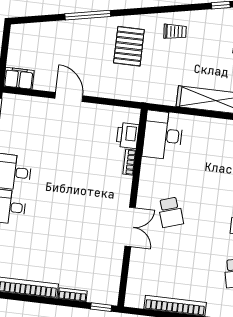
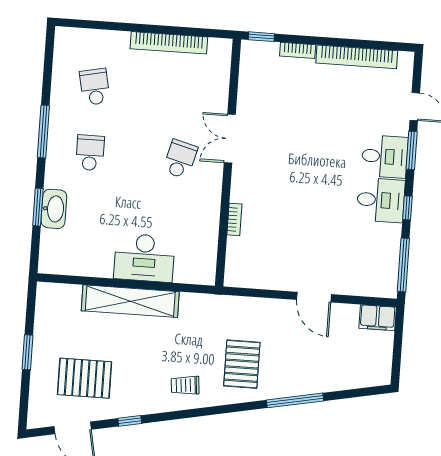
printer: (128, 135) -> (238, 253), removed
desk: (163, 135) -> (144, 258), moved, turned 90
school desk: (171, 212) -> (180, 159), turned 33

